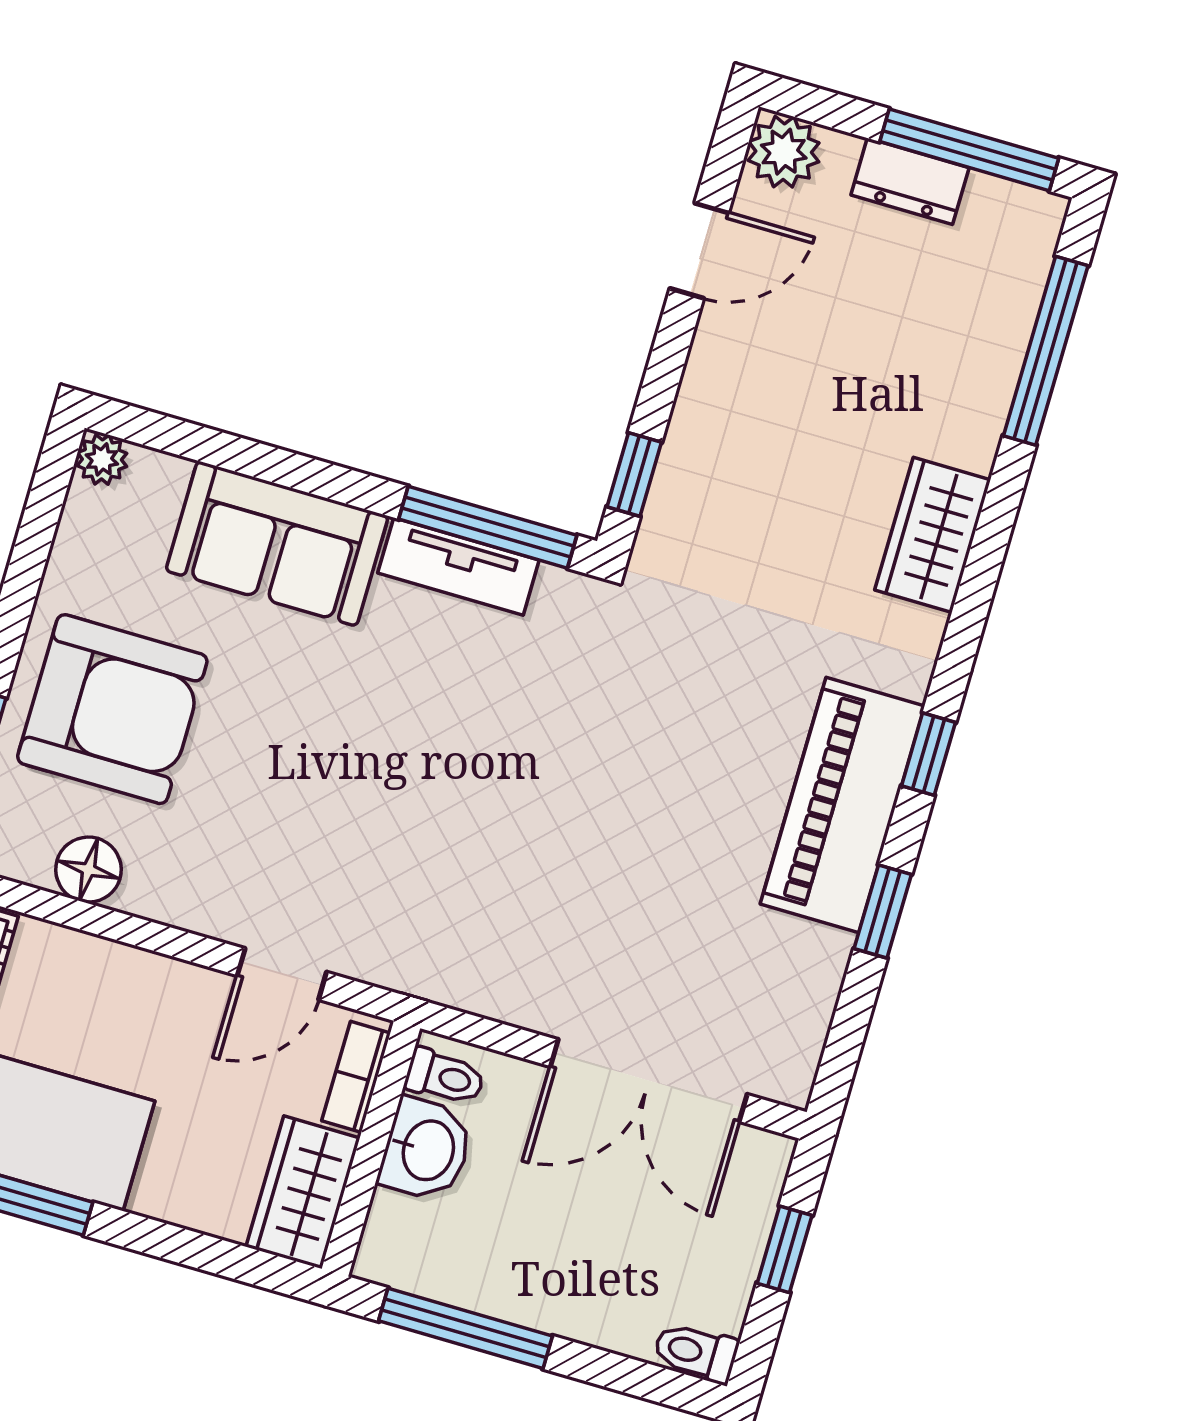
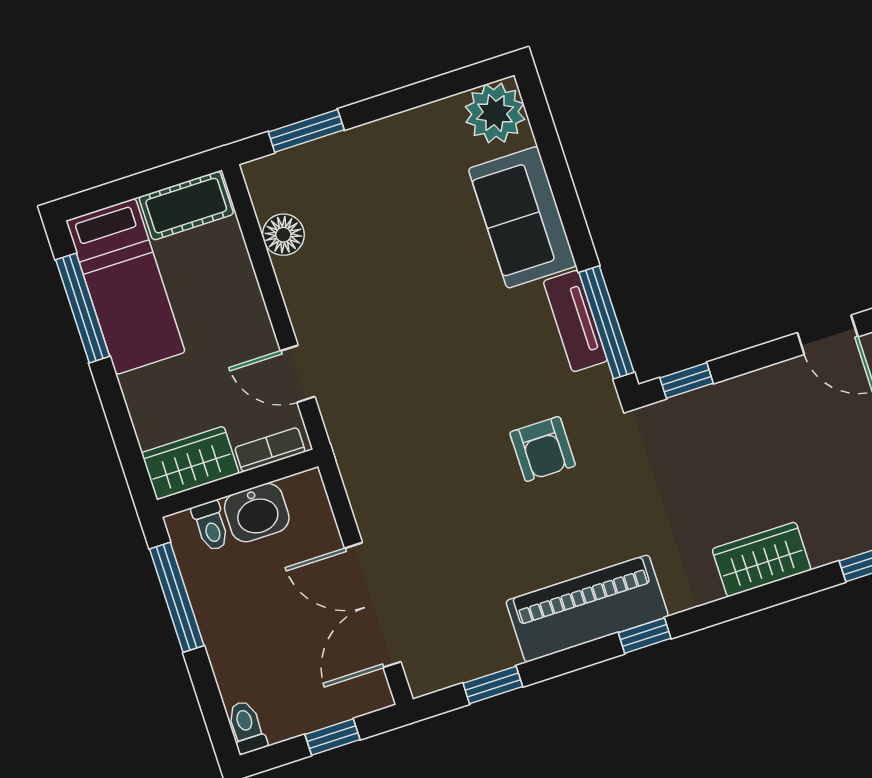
plant: (102, 459) -> (495, 113), width x1.87, depth x1.87
armchair: (112, 709) -> (543, 449), moved, width x0.53, depth x0.53
window: (883, 911) -> (493, 685), moved
toilet: (445, 1077) -> (211, 526), moved

